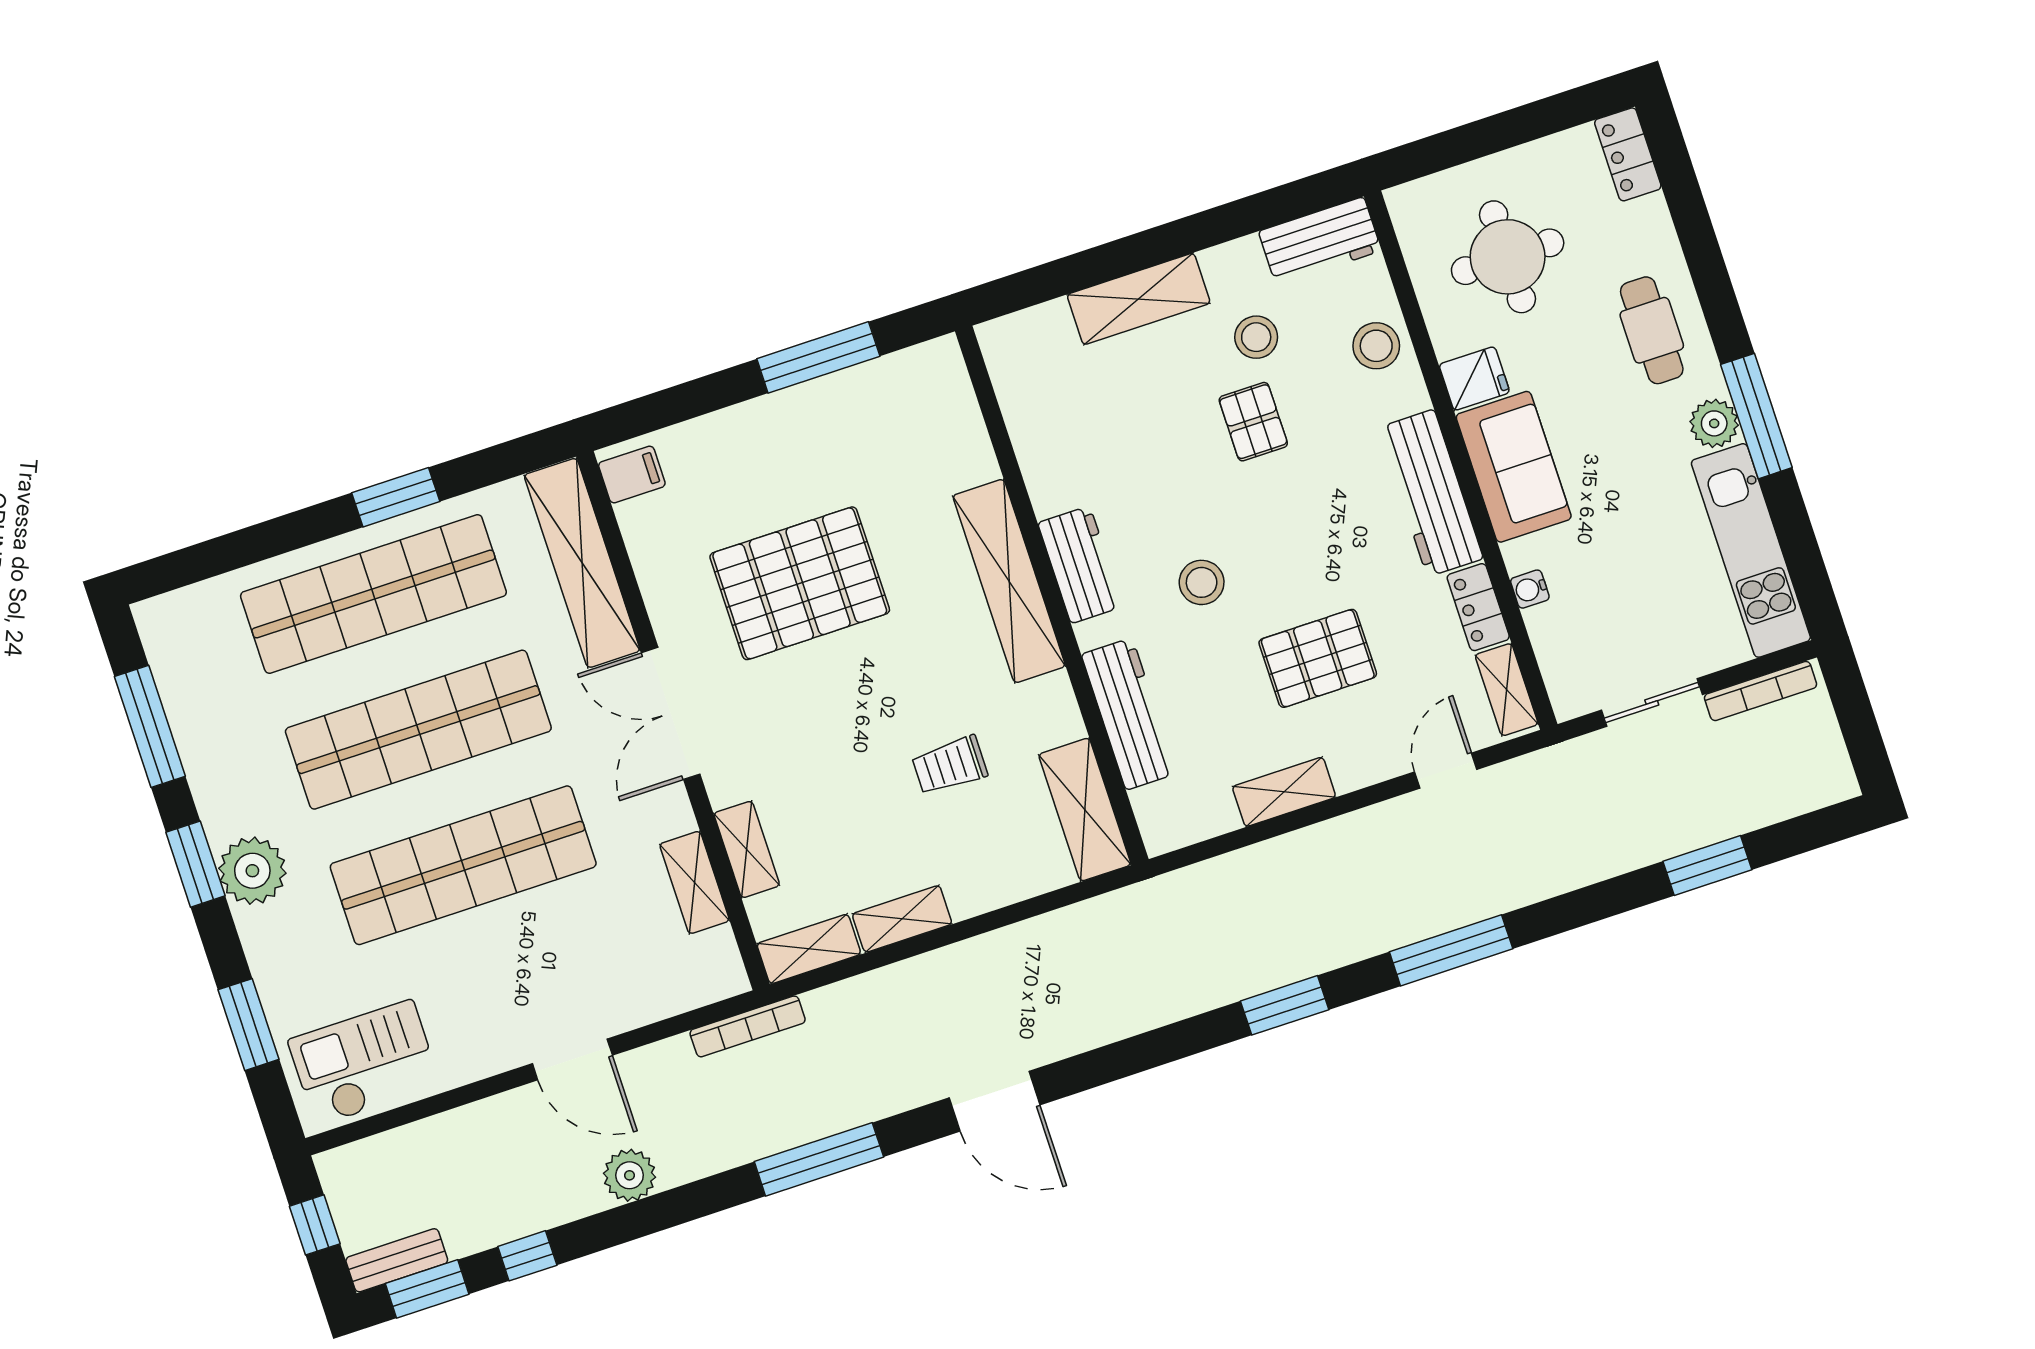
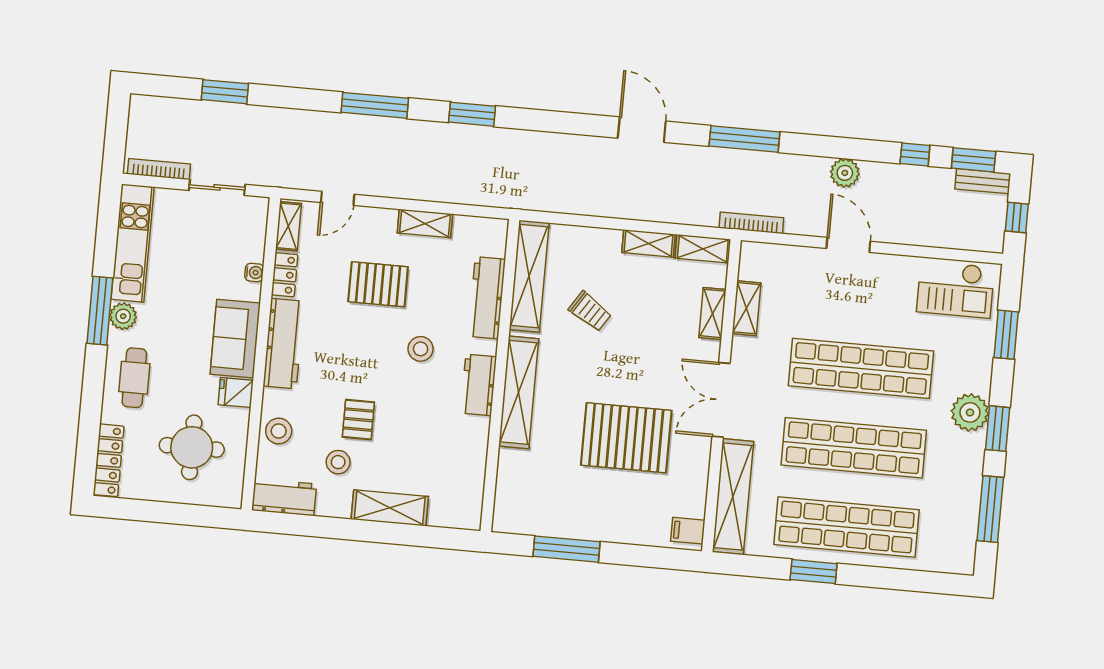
locker: (1628, 154) -> (109, 460), width x1.53
double door: (671, 713) -> (721, 400), swing flipped
trolley: (950, 765) -> (590, 311), turned 33
shelving: (1085, 810) -> (529, 276), width x1.47

